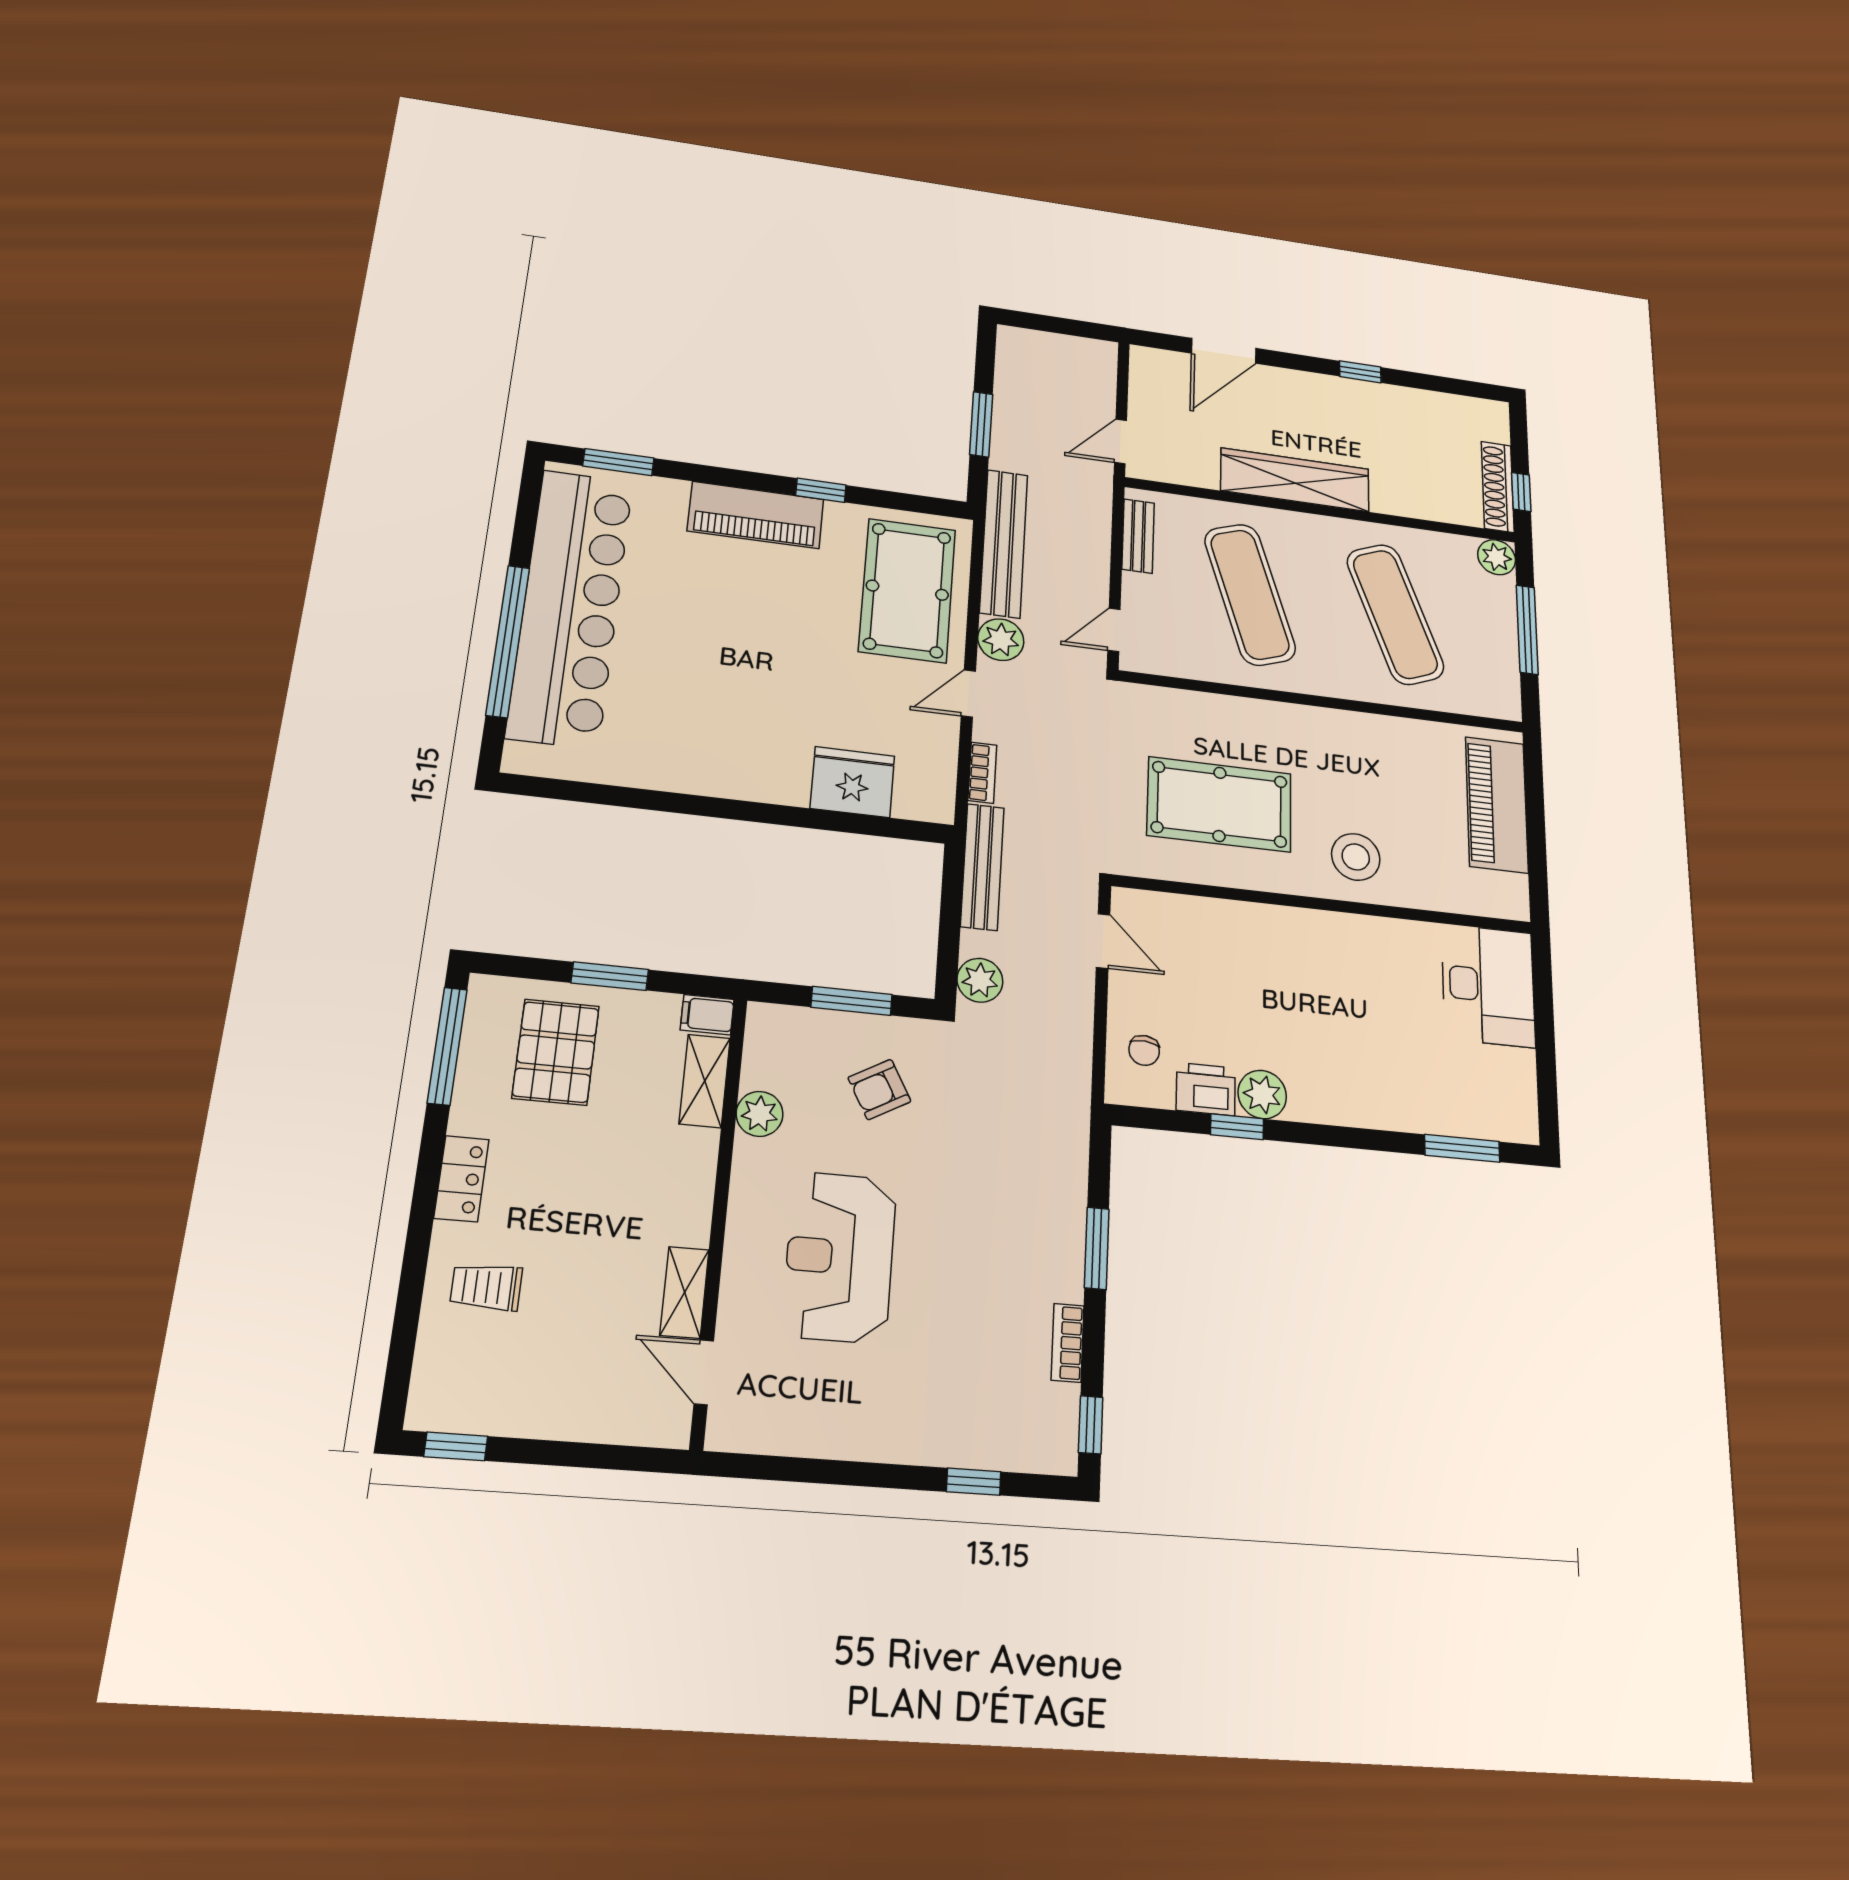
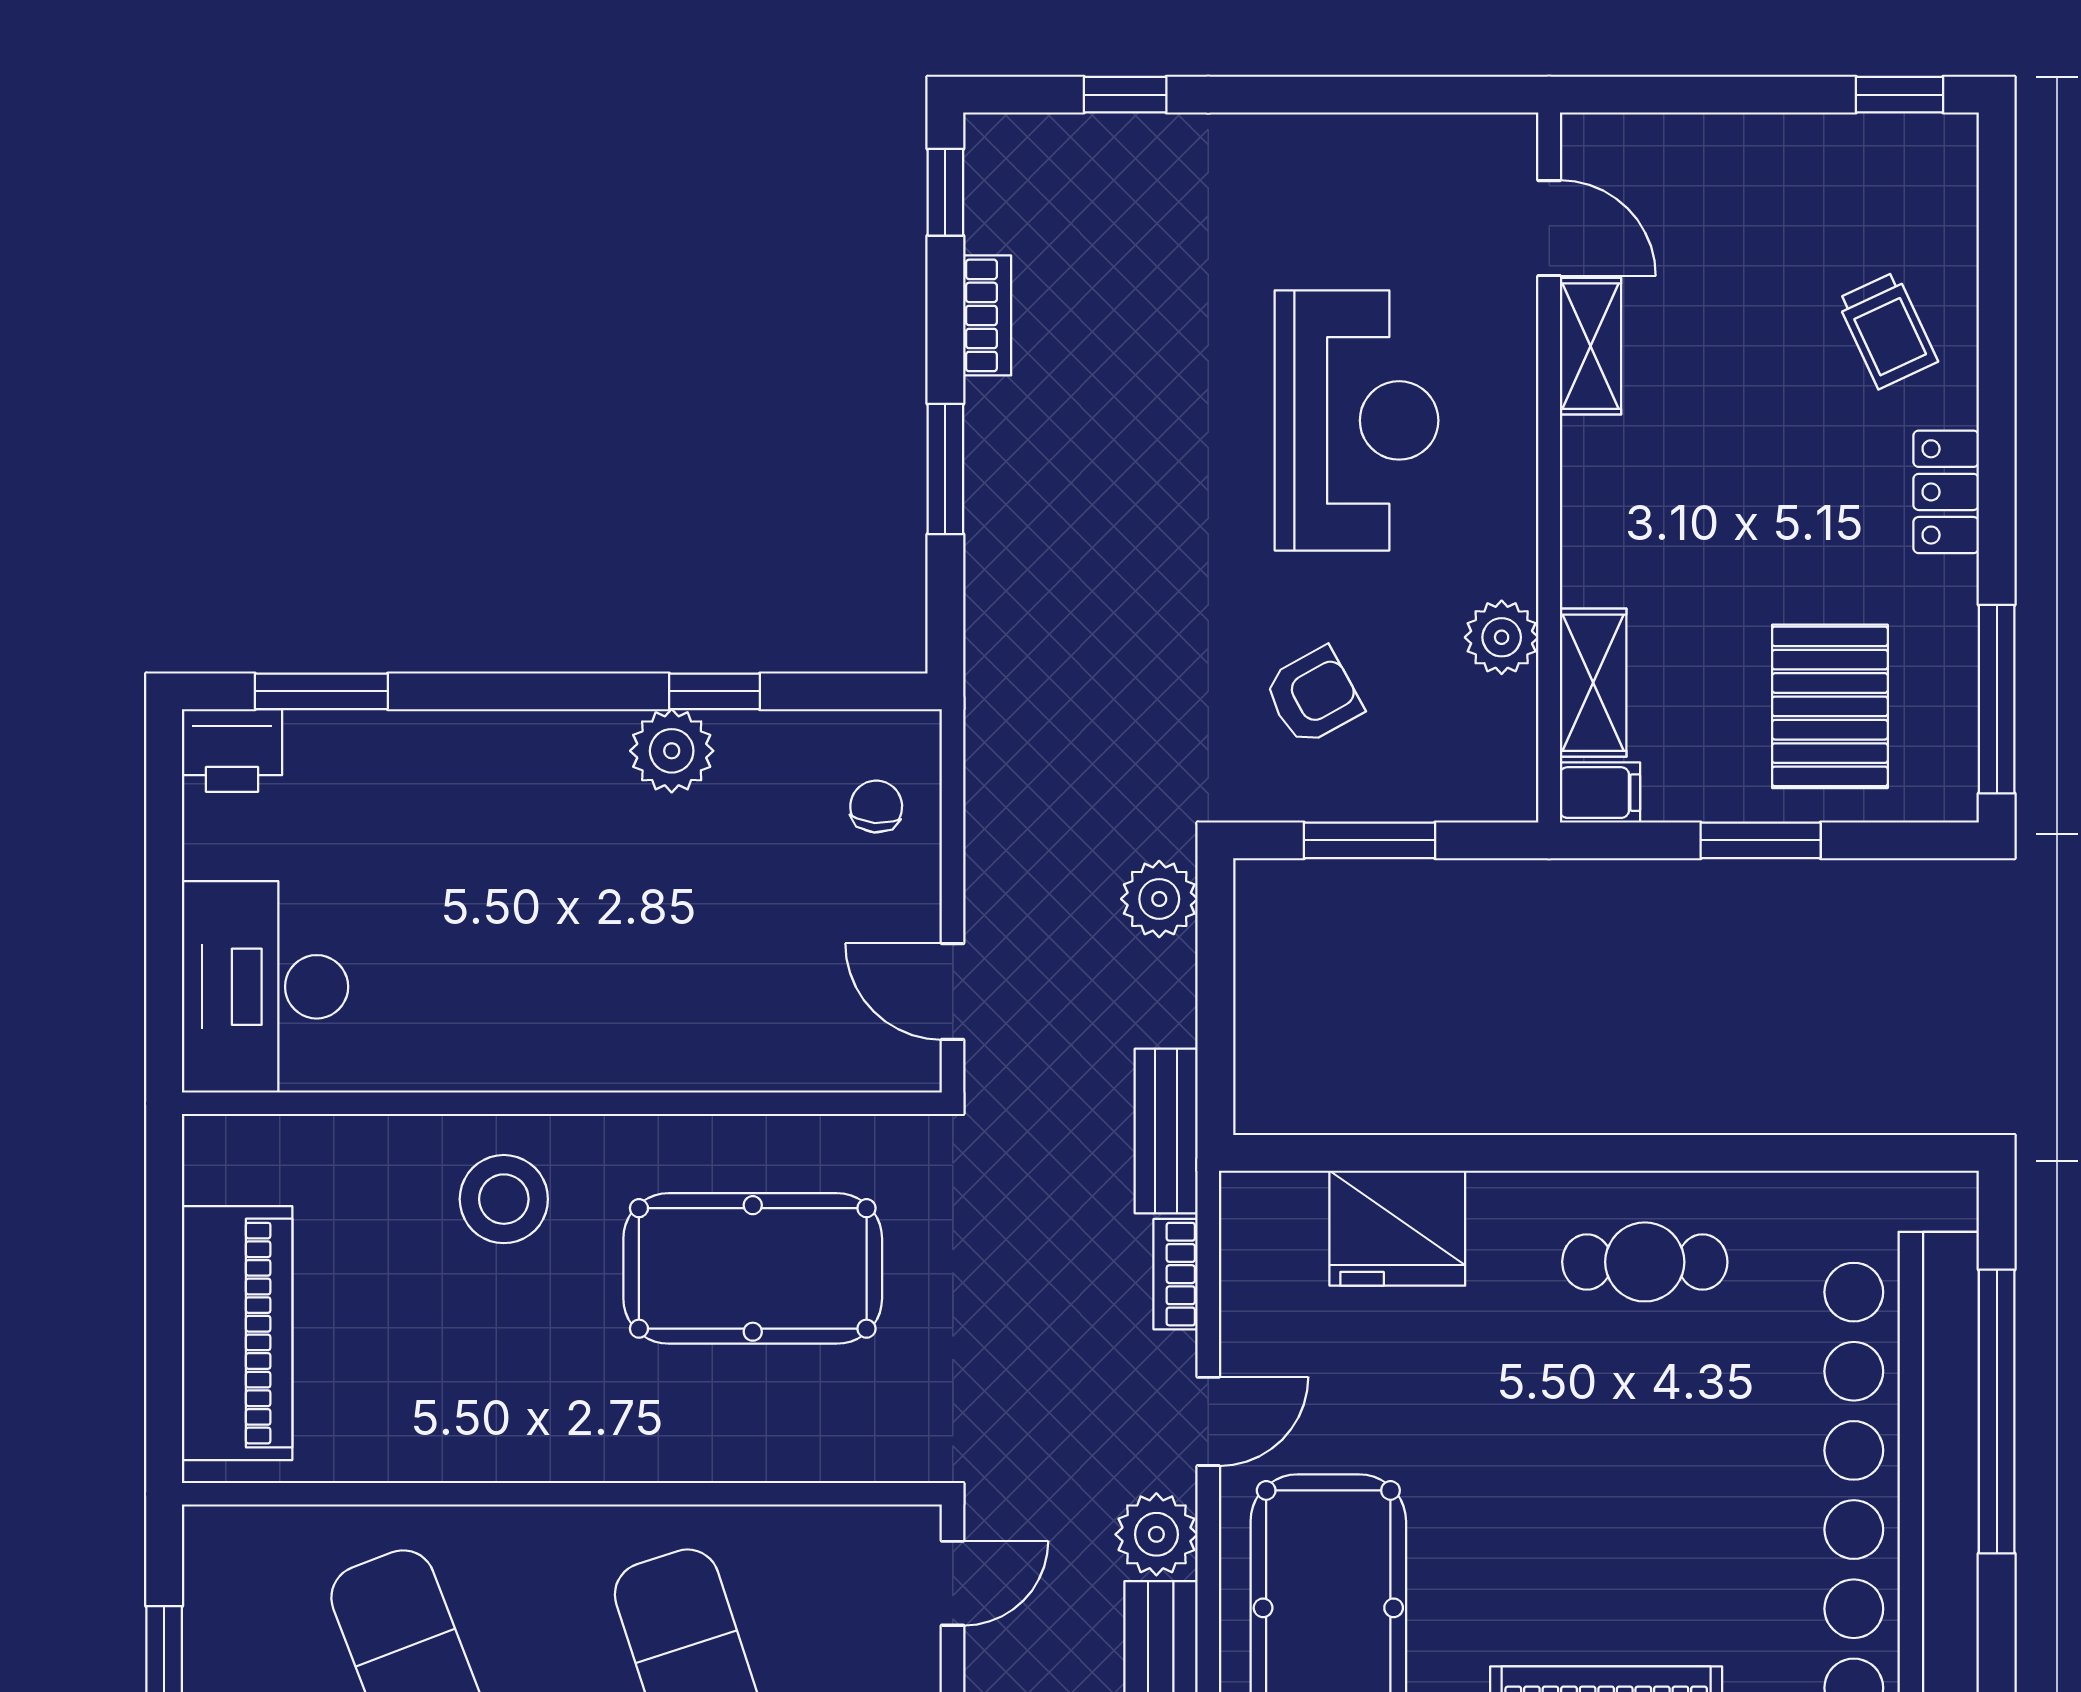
cafe table: (708, 746) -> (1645, 1262), added
bench: (982, 867) -> (1166, 1131), width x0.73
printer: (1206, 1089) -> (232, 750), moved
trolley: (486, 1287) -> (1887, 330), turned 65

